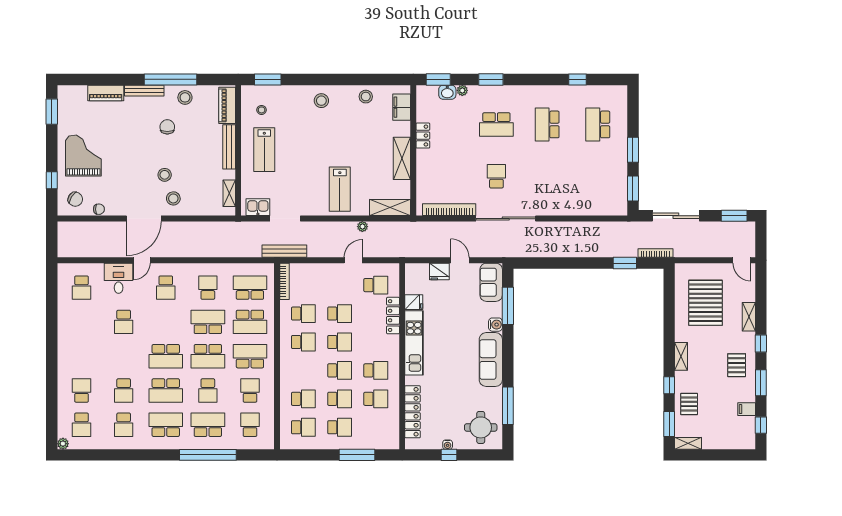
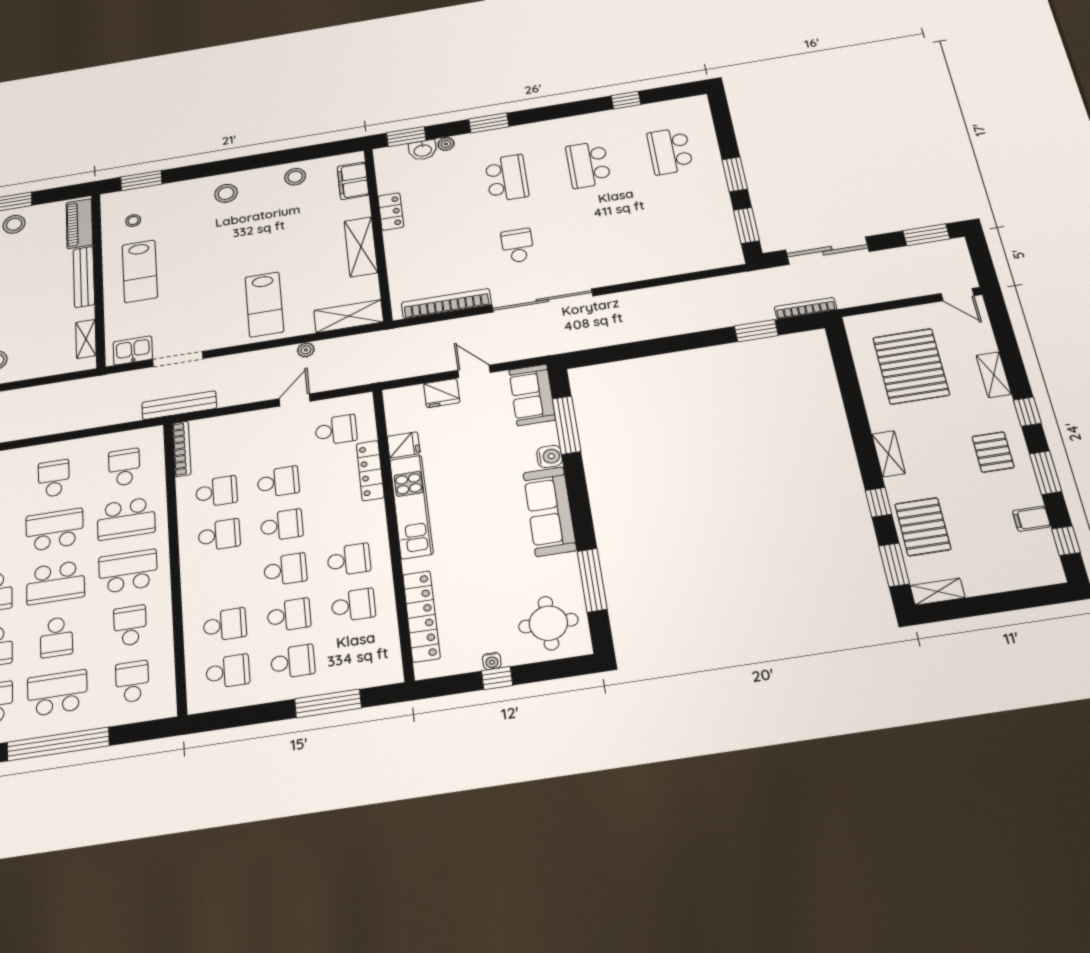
school desk: (496, 124) -> (507, 178), turned -90
school desk: (250, 288) -> (124, 467), width x0.54
pallet: (689, 404) -> (923, 527), width x1.50, depth x1.42

